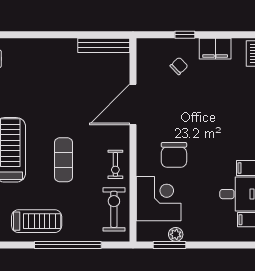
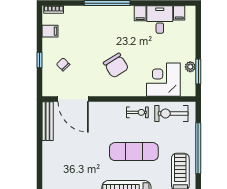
filing cabinet: (215, 49) -> (50, 31), width x0.50
door: (133, 104) -> (73, 99), moved
chair: (174, 155) -> (116, 65), moved, turned 58
exercise mat: (63, 160) -> (134, 152), width x1.36, depth x1.45

